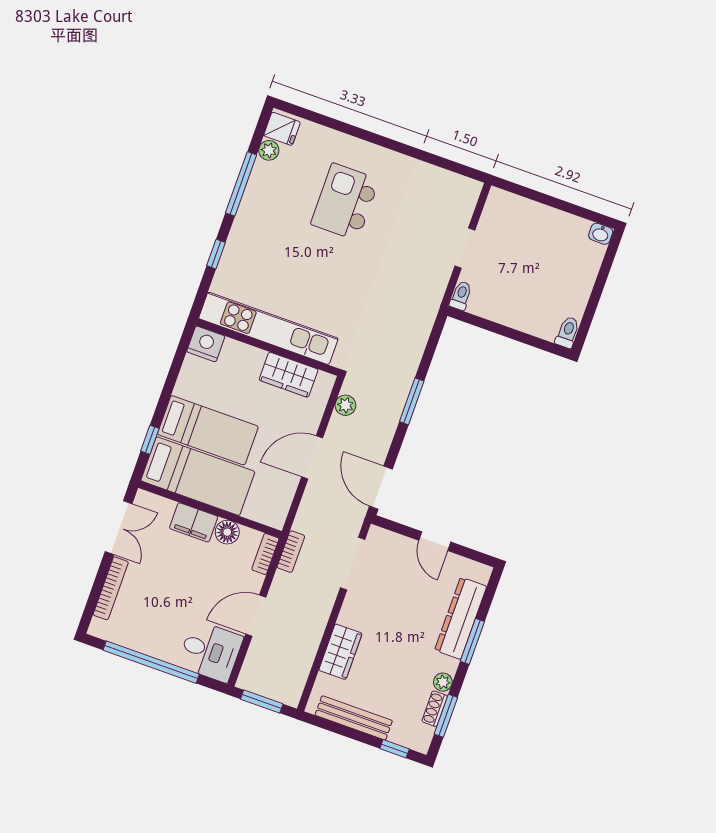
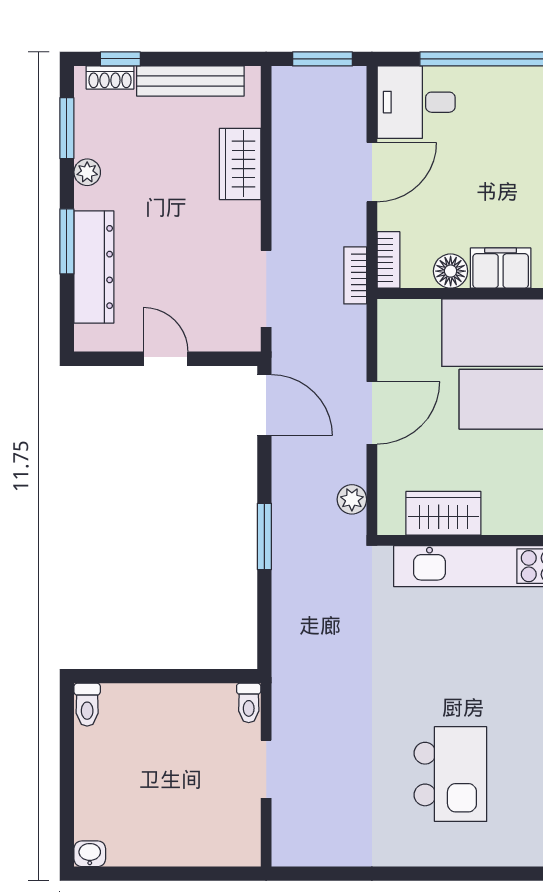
shoe rack: (435, 709) -> (110, 78), moved, turned 90

